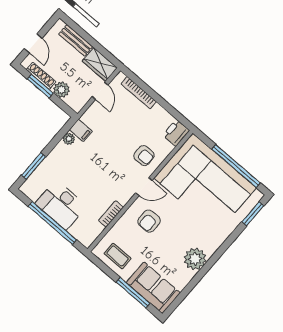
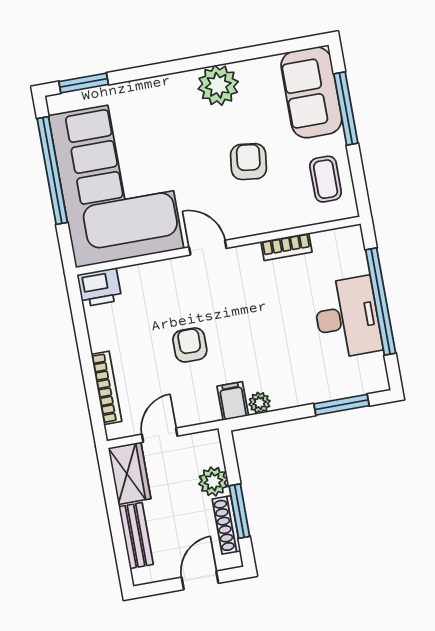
armchair: (144, 156) -> (190, 345), moved
armchair: (149, 221) -> (249, 162), moved, turned -83

